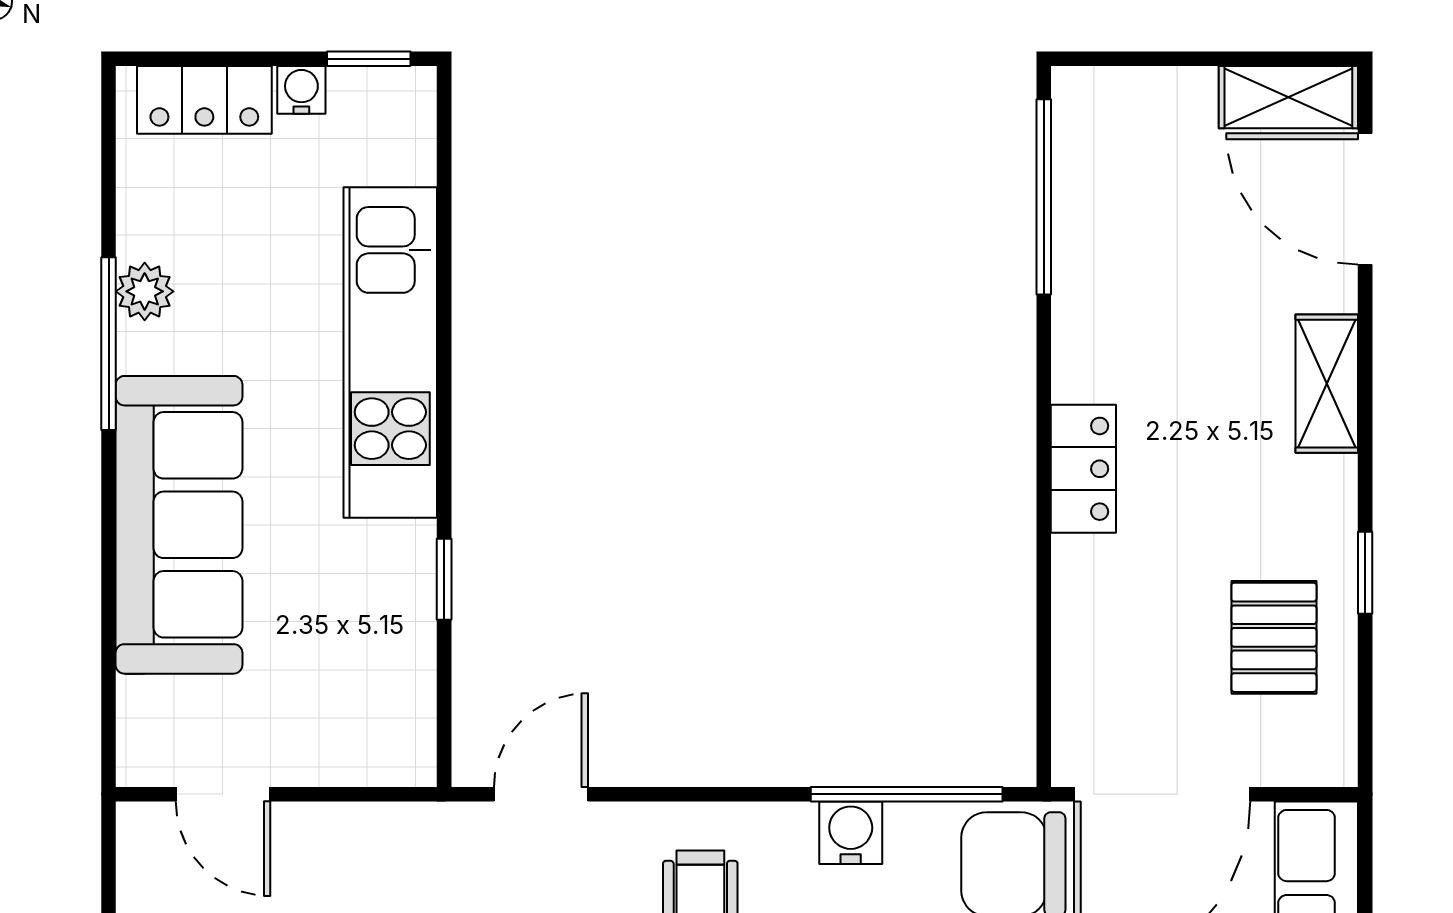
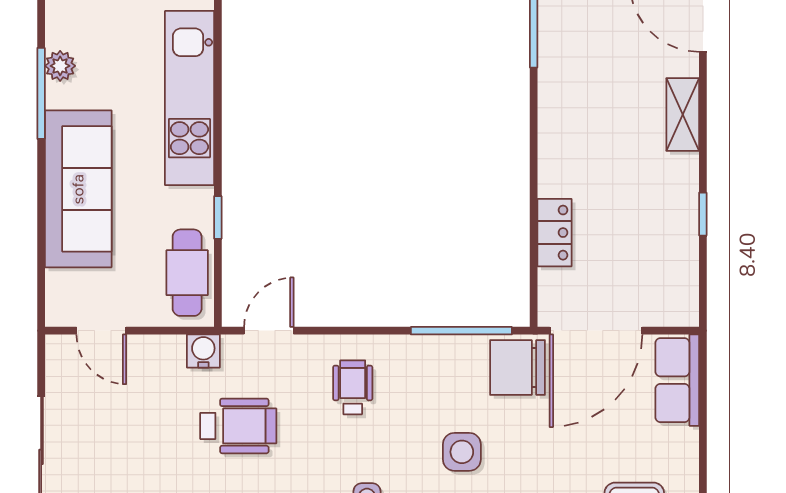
locker: (1083, 469) -> (554, 233), moved
pallet: (1274, 637) -> (655, 248), removed
cafe table: (386, 684) -> (187, 273), added
water cooler: (851, 833) -> (203, 351), moved

